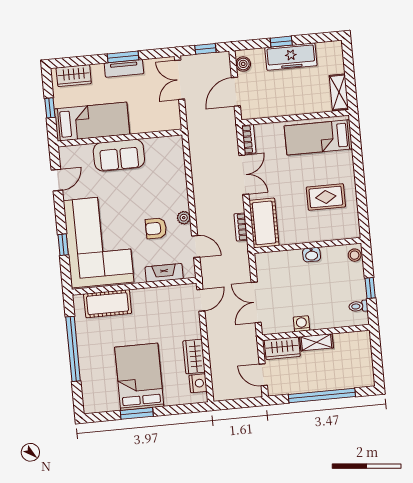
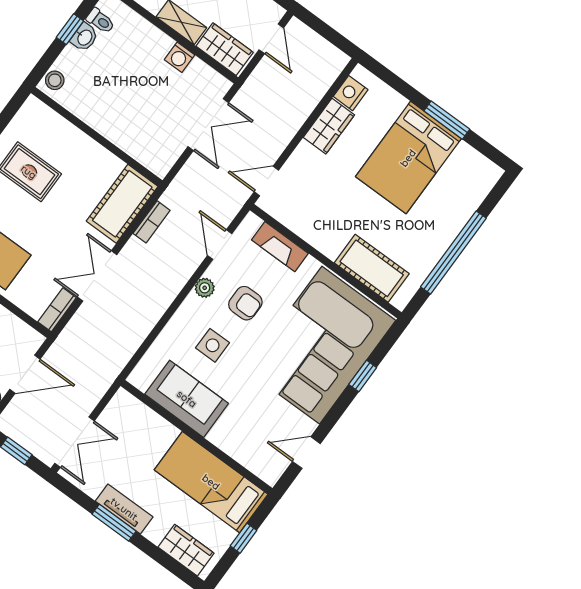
sofa: (119, 155) -> (187, 399), moved
side table: (154, 192) -> (213, 345), added
washbasin: (312, 255) -> (84, 37), moved, turned 90

